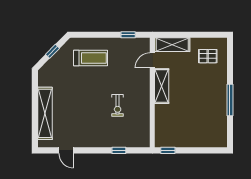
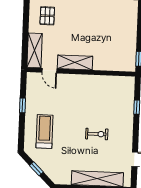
window: (128, 35) -> (22, 105), moved
exercise bike: (118, 105) -> (97, 134), moved

